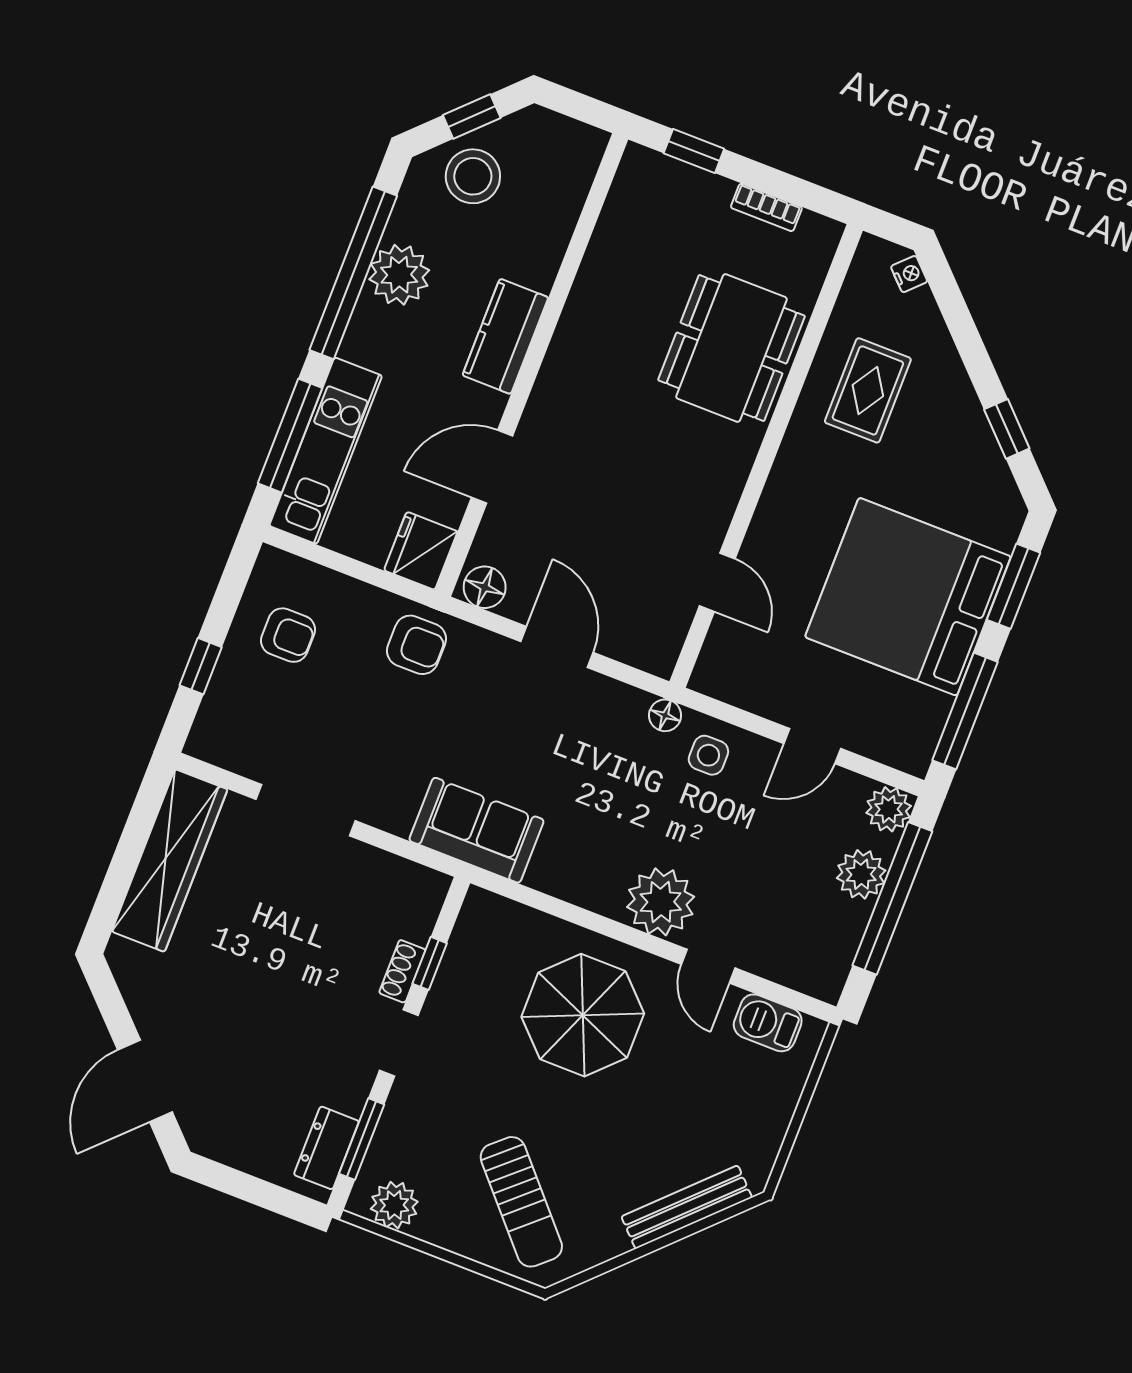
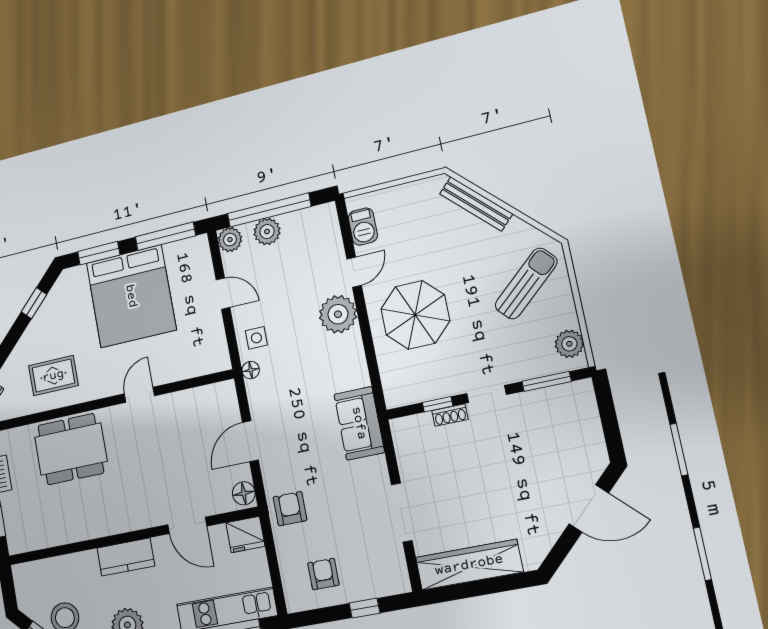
door: (717, 582) -> (139, 395), moved
dresser: (326, 1148) -> (563, 396), removed

